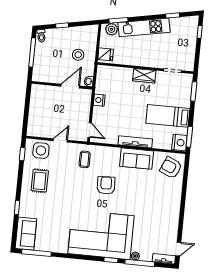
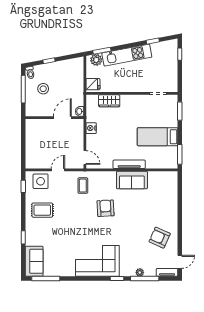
stool: (78, 55) -> (43, 89), moved
wardrobe: (144, 76) -> (109, 101), moved
nightstand: (179, 143) -> (171, 161), removed
armchair: (171, 168) -> (160, 238), moved
rug: (40, 181) -> (42, 210), turned 90
corner sofa: (101, 235) -> (97, 261), width x0.73, depth x0.74

